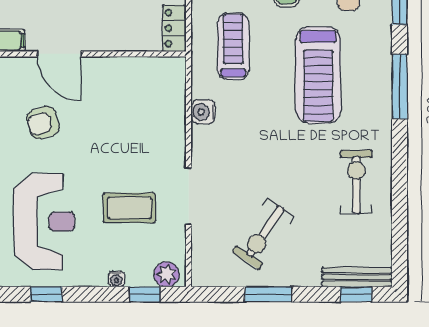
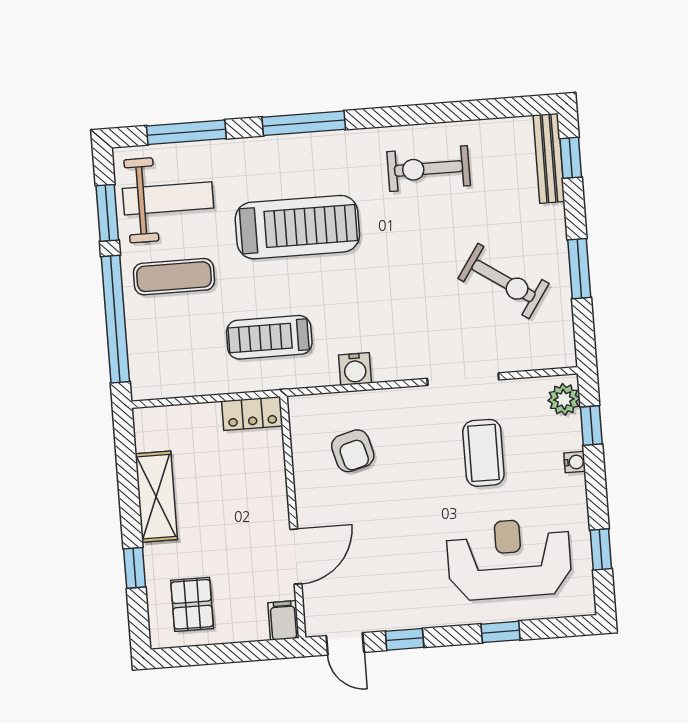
armchair: (43, 123) -> (353, 451), moved

